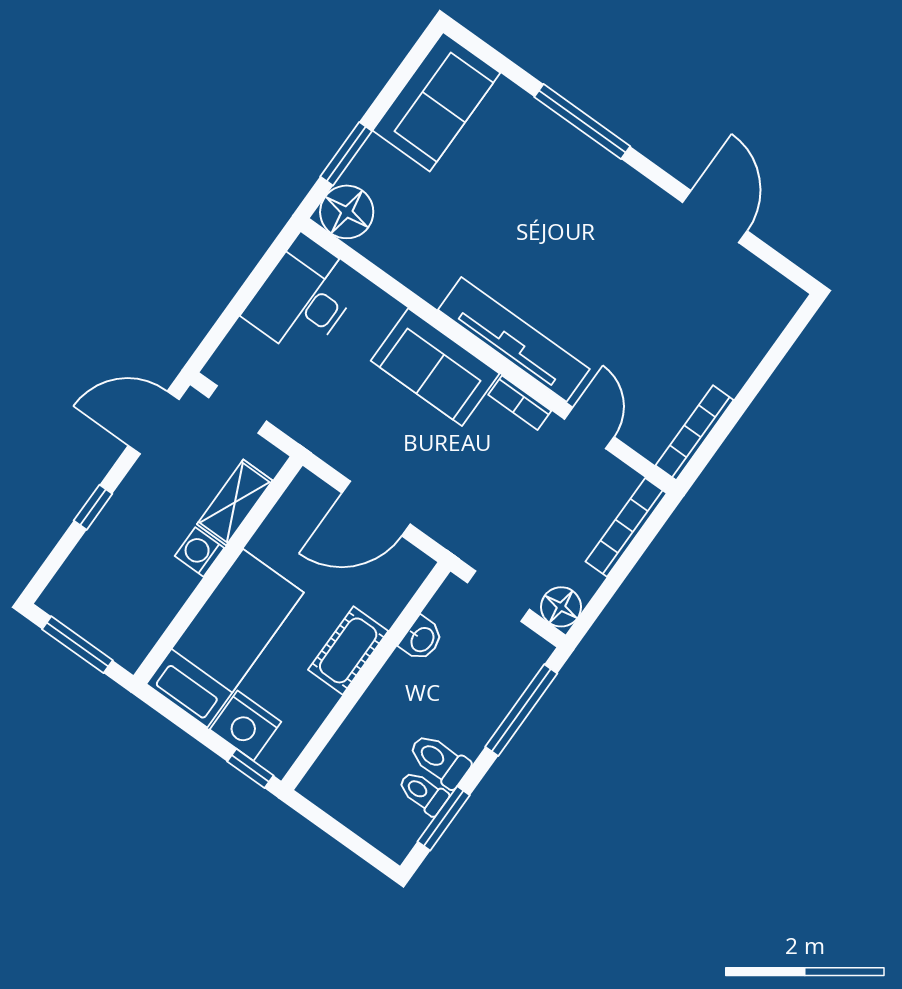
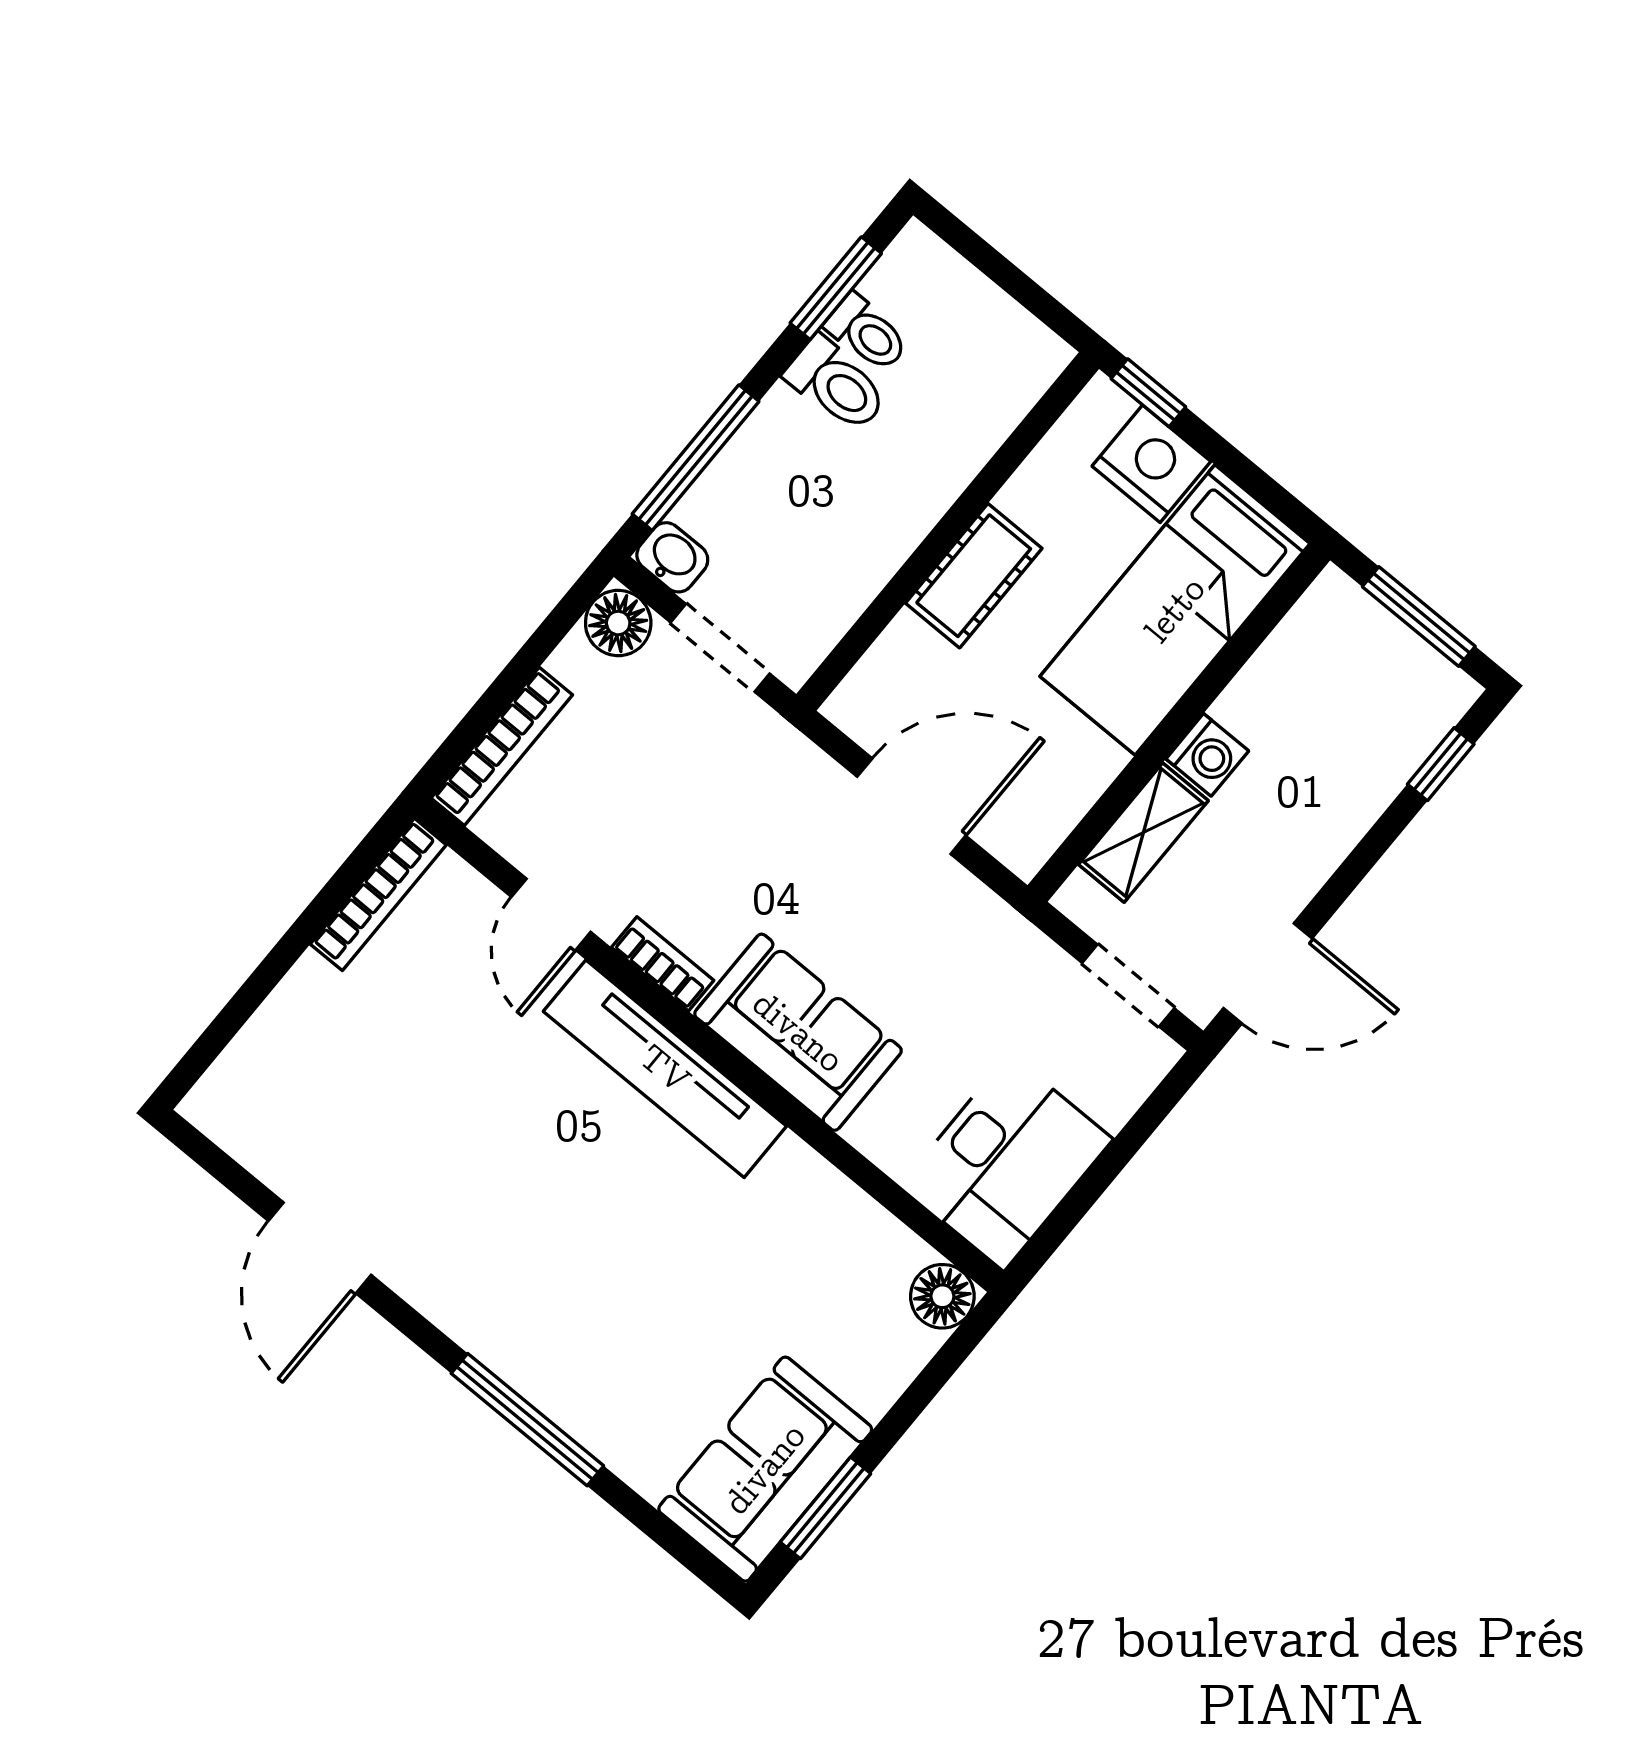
window: (346, 154) -> (826, 1508), moved
floor lamp: (347, 212) -> (942, 1296), width x0.73, depth x0.73
window: (93, 507) -> (1441, 764), moved
washbasin: (422, 639) -> (672, 557), moved, turned 90

